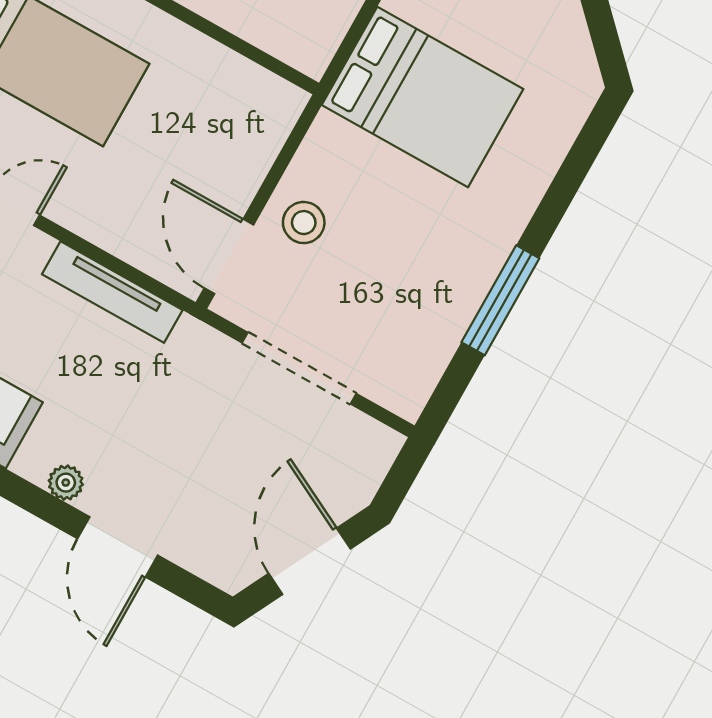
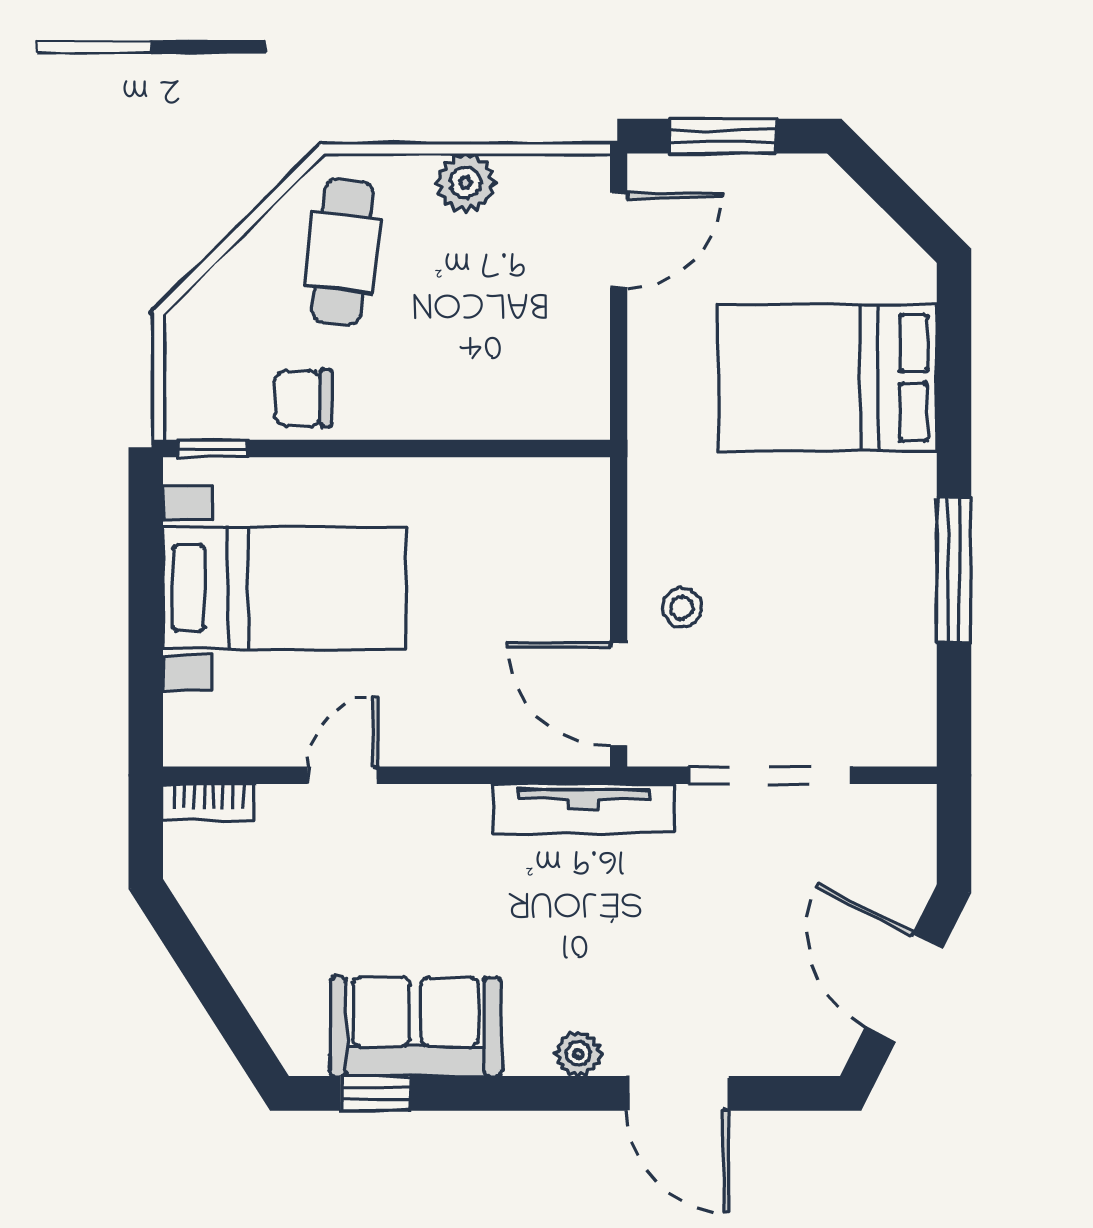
bed: (423, 97) -> (828, 378), moved, turned 180
stool: (304, 223) -> (682, 608), width x0.73, depth x0.73
tv unit: (112, 292) -> (583, 808), moved

